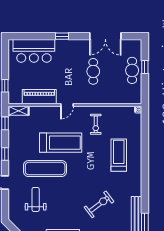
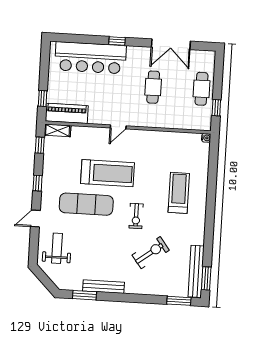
bar counter: (34, 51) -> (90, 58), width x1.36
window: (145, 67) -> (216, 108), moved
piano: (39, 97) -> (67, 113), moved
exercise bike: (96, 124) -> (136, 216), moved
weight bench: (36, 199) -> (57, 248), moved

